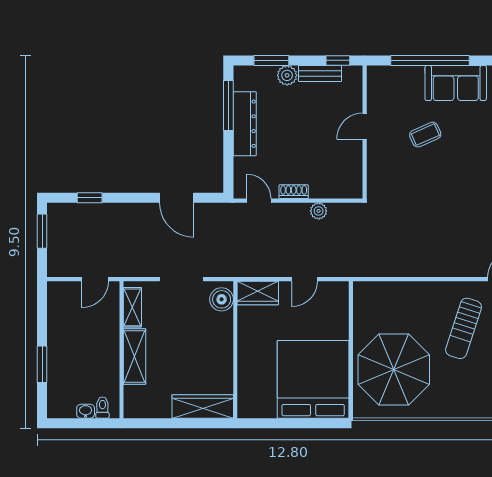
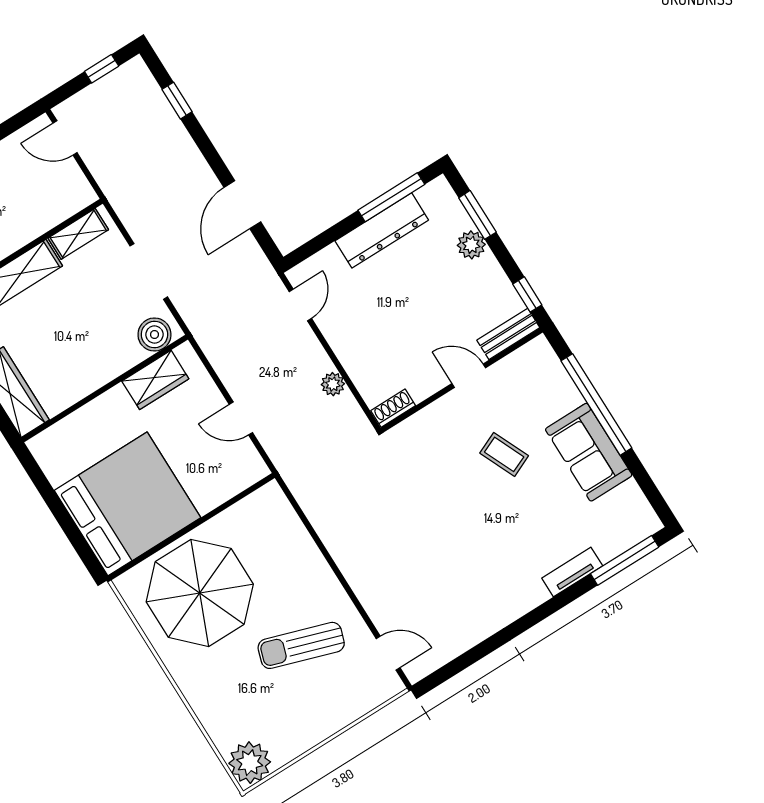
bench: (320, 73) -> (508, 334), moved, turned 90
shoe rack: (294, 192) -> (393, 408), moved, turned -90
window: (42, 231) -> (102, 69), width x0.67
door: (95, 279) -> (65, 138), moved
wardrobe: (258, 293) -> (155, 380), moved, turned -90

